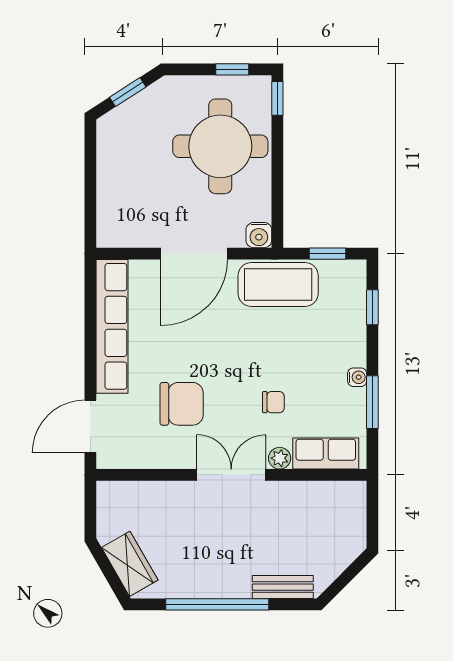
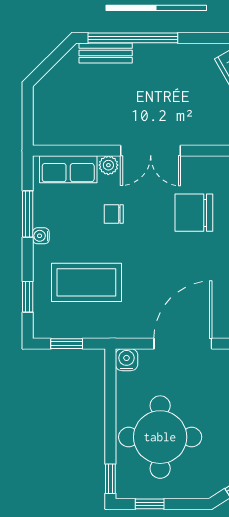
coffee table: (278, 284) -> (86, 282), moved
window: (217, 604) -> (133, 38), moved

